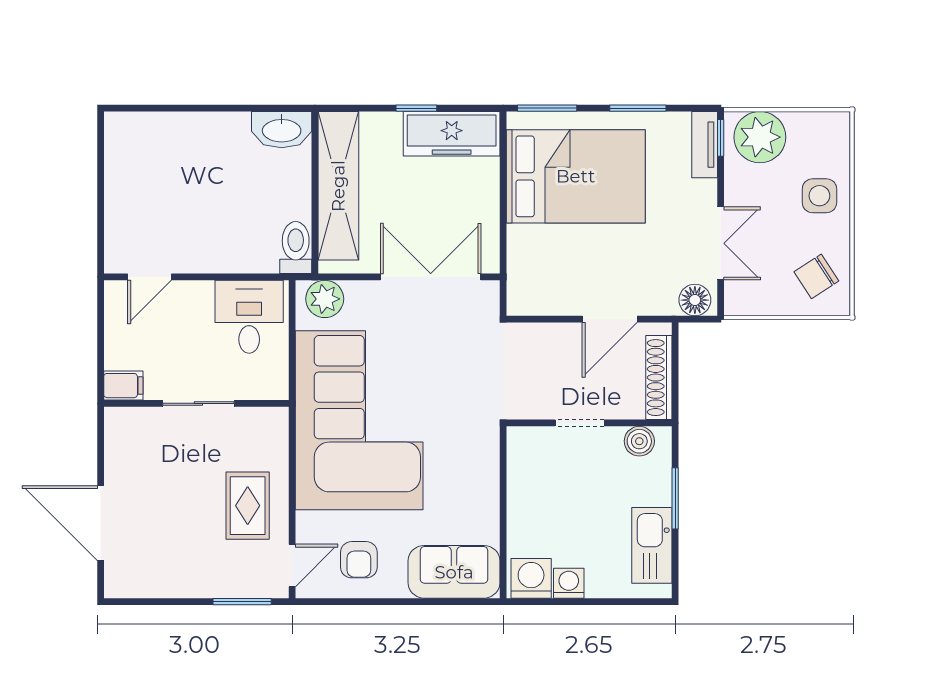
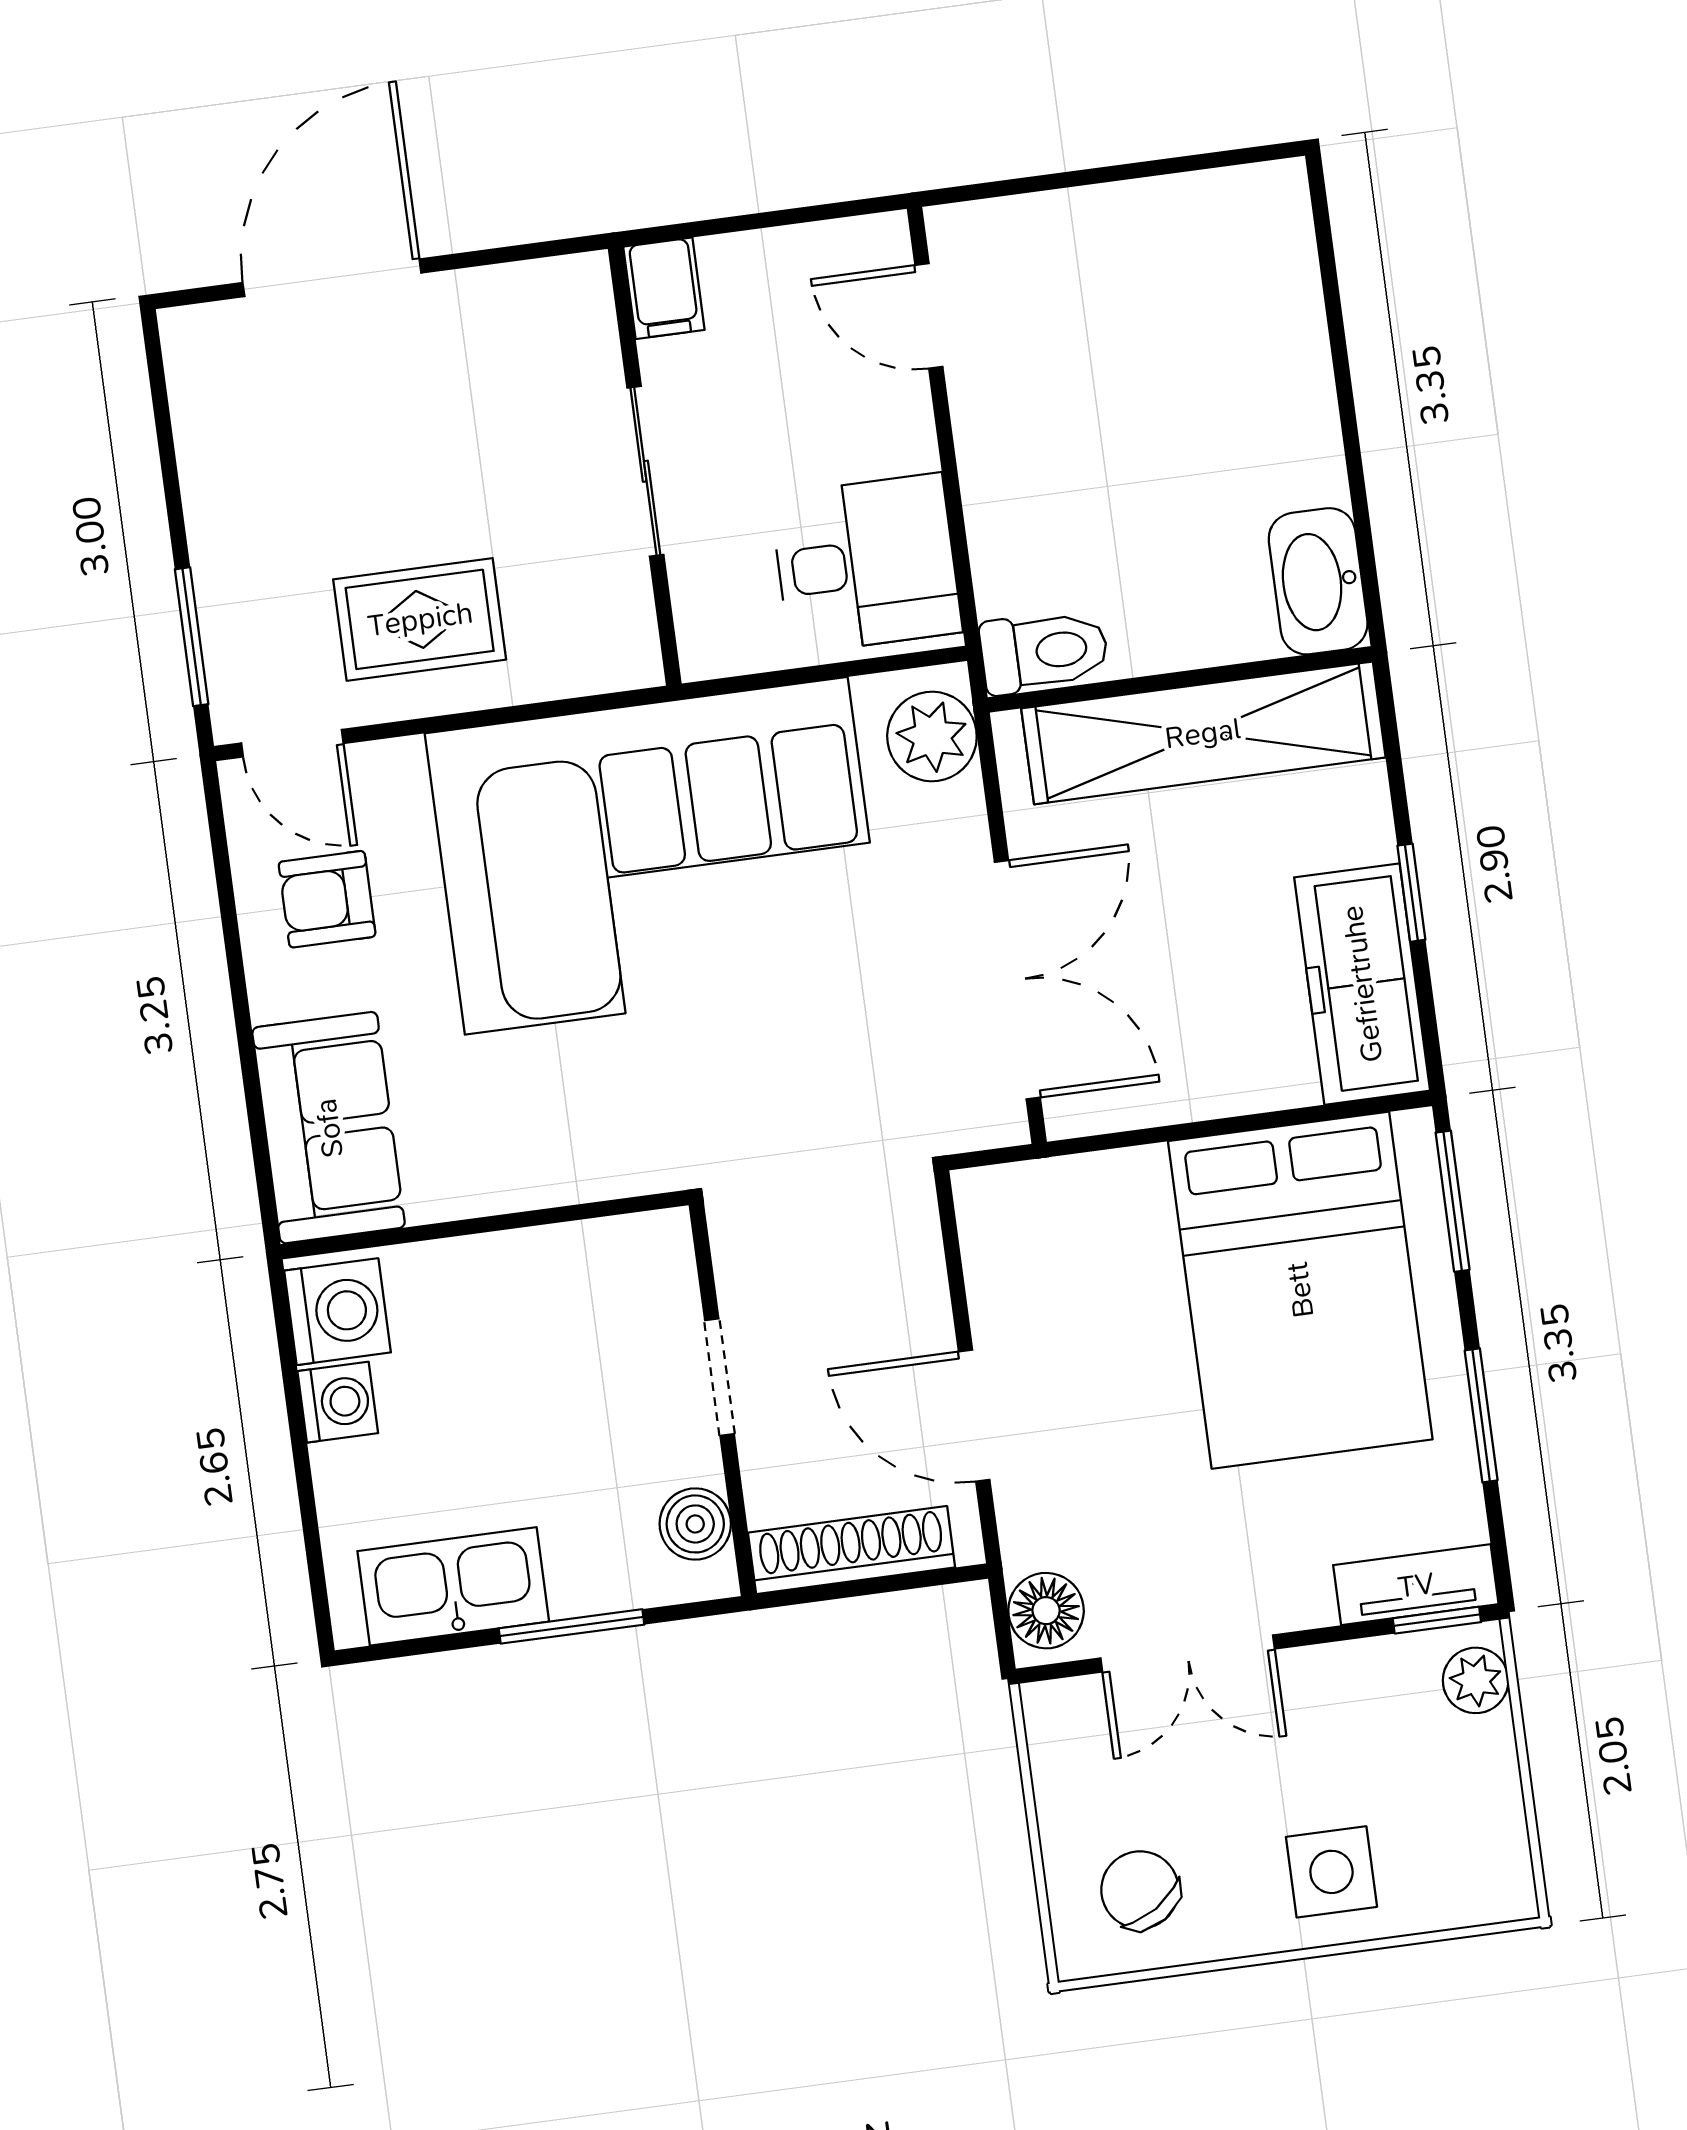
plant: (760, 137) -> (1476, 1680), width x0.53, depth x0.53

